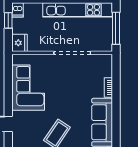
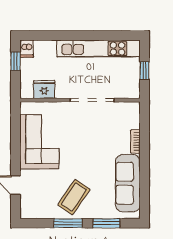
window: (116, 28) -> (145, 71), width x0.46
fridge: (20, 43) -> (44, 90), moved, turned -90

